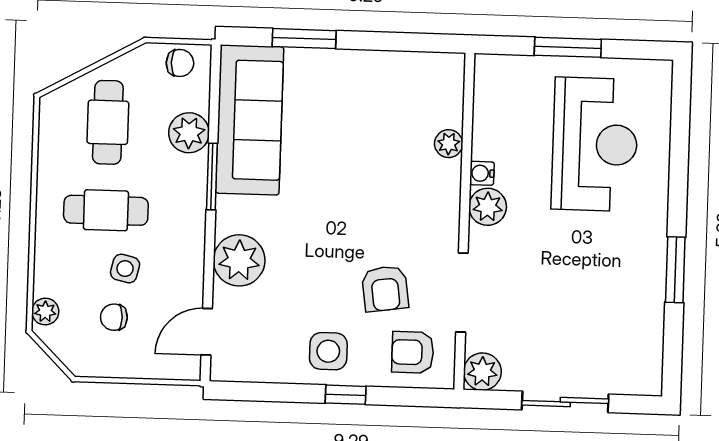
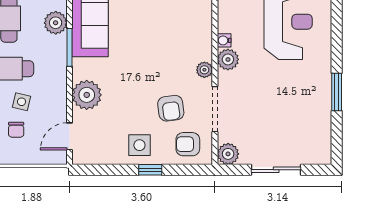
plant: (449, 144) -> (204, 70), moved
chair: (114, 317) -> (16, 130), turned -90

